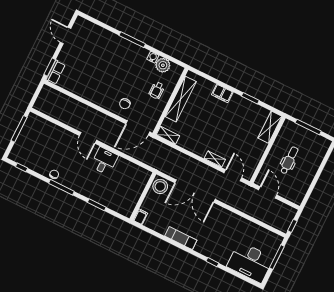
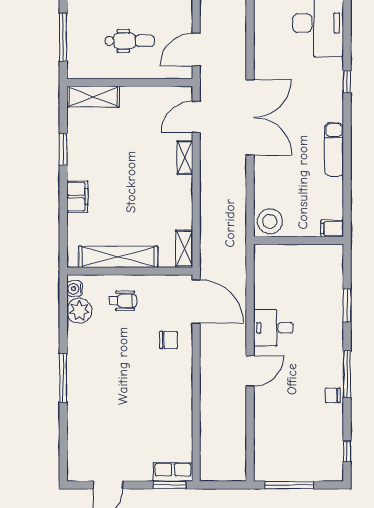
water cooler: (153, 57) -> (75, 289), moved
dental chair: (289, 160) -> (130, 41), turned 180
double door: (195, 191) -> (250, 117), moved

